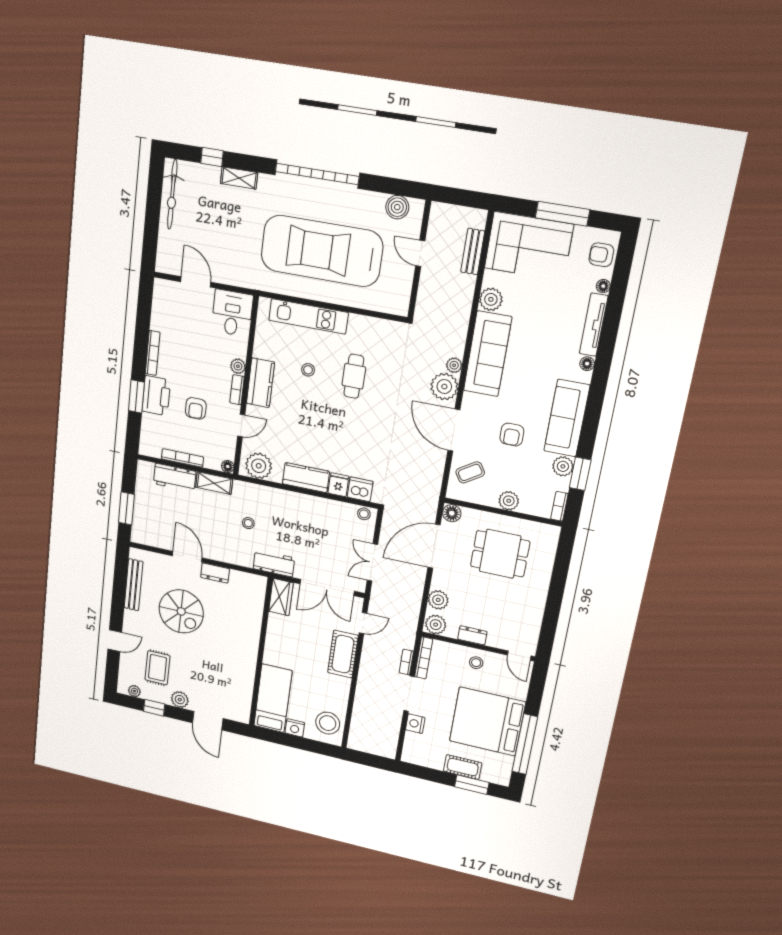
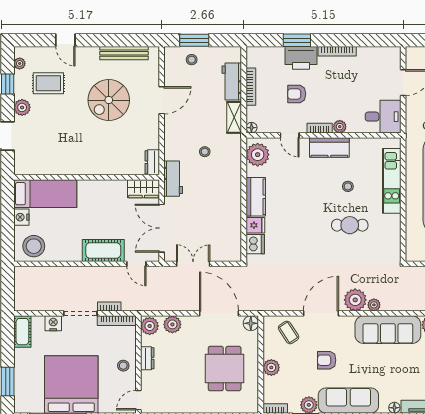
stool: (364, 514) -> (192, 60), moved
dresser: (215, 573) -> (152, 162), moved
cot: (463, 767) -> (22, 332), moved

